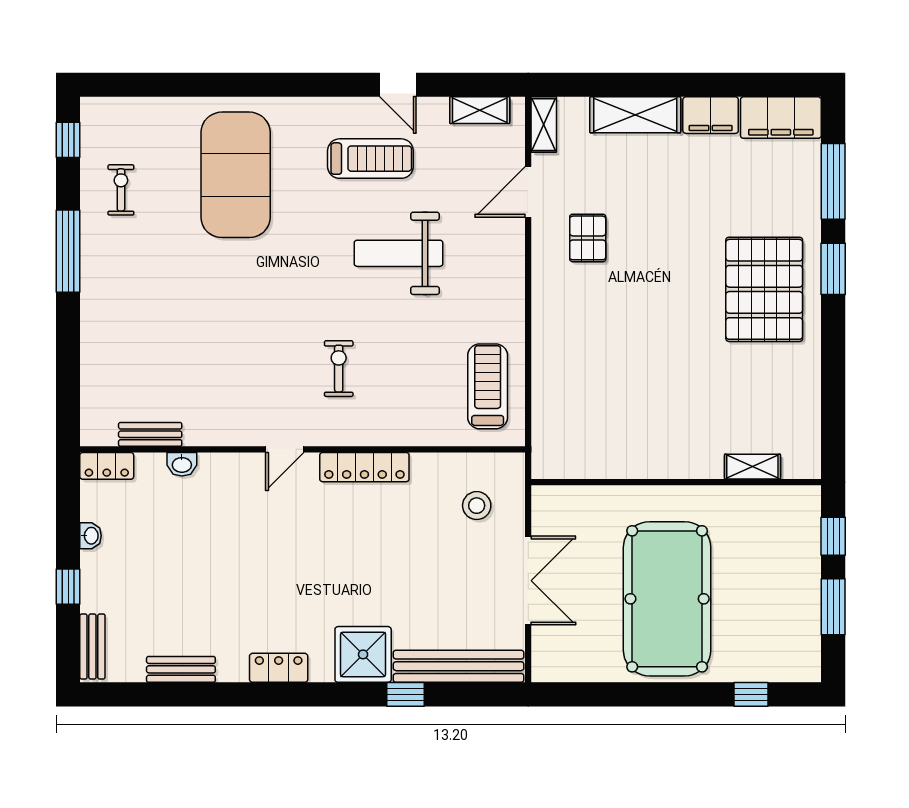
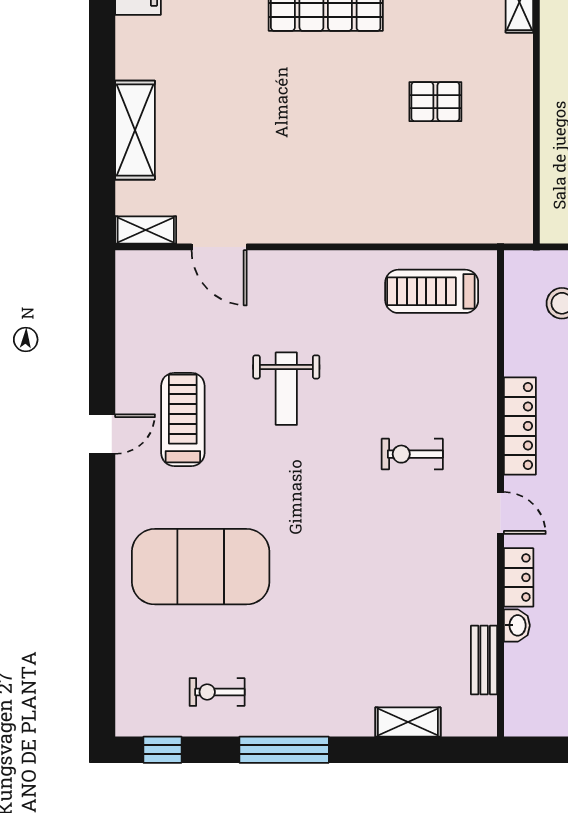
door: (398, 85) -> (102, 434), moved
shelving: (480, 110) -> (408, 722), moved, turned 90
filing cabinet: (711, 115) -> (135, 48), removed
pallet: (588, 238) -> (435, 102), moved
weight bench: (398, 253) -> (286, 389), width x0.73, depth x0.75
locker: (107, 466) -> (519, 577), moved

